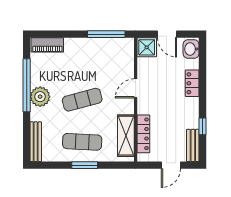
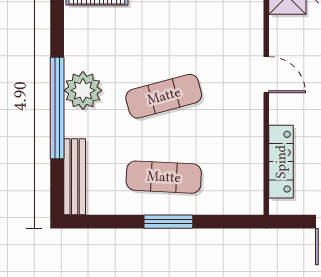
window: (27, 85) -> (57, 108), moved
door: (136, 88) -> (266, 75), swing flipped
shelving: (126, 136) -> (248, 165), removed

